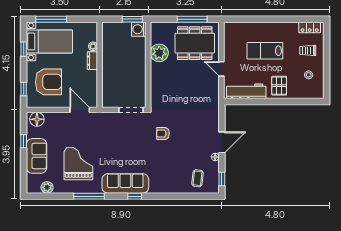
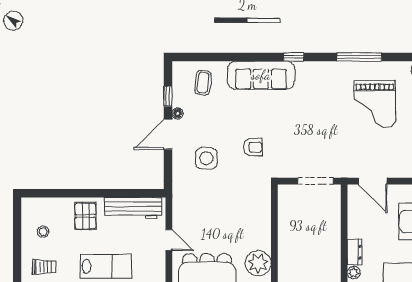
doorway: (131, 110) -> (316, 181), moved
side table: (195, 126) -> (206, 158), added
window: (222, 179) -> (168, 96), moved
sofa: (125, 183) -> (261, 75), moved

